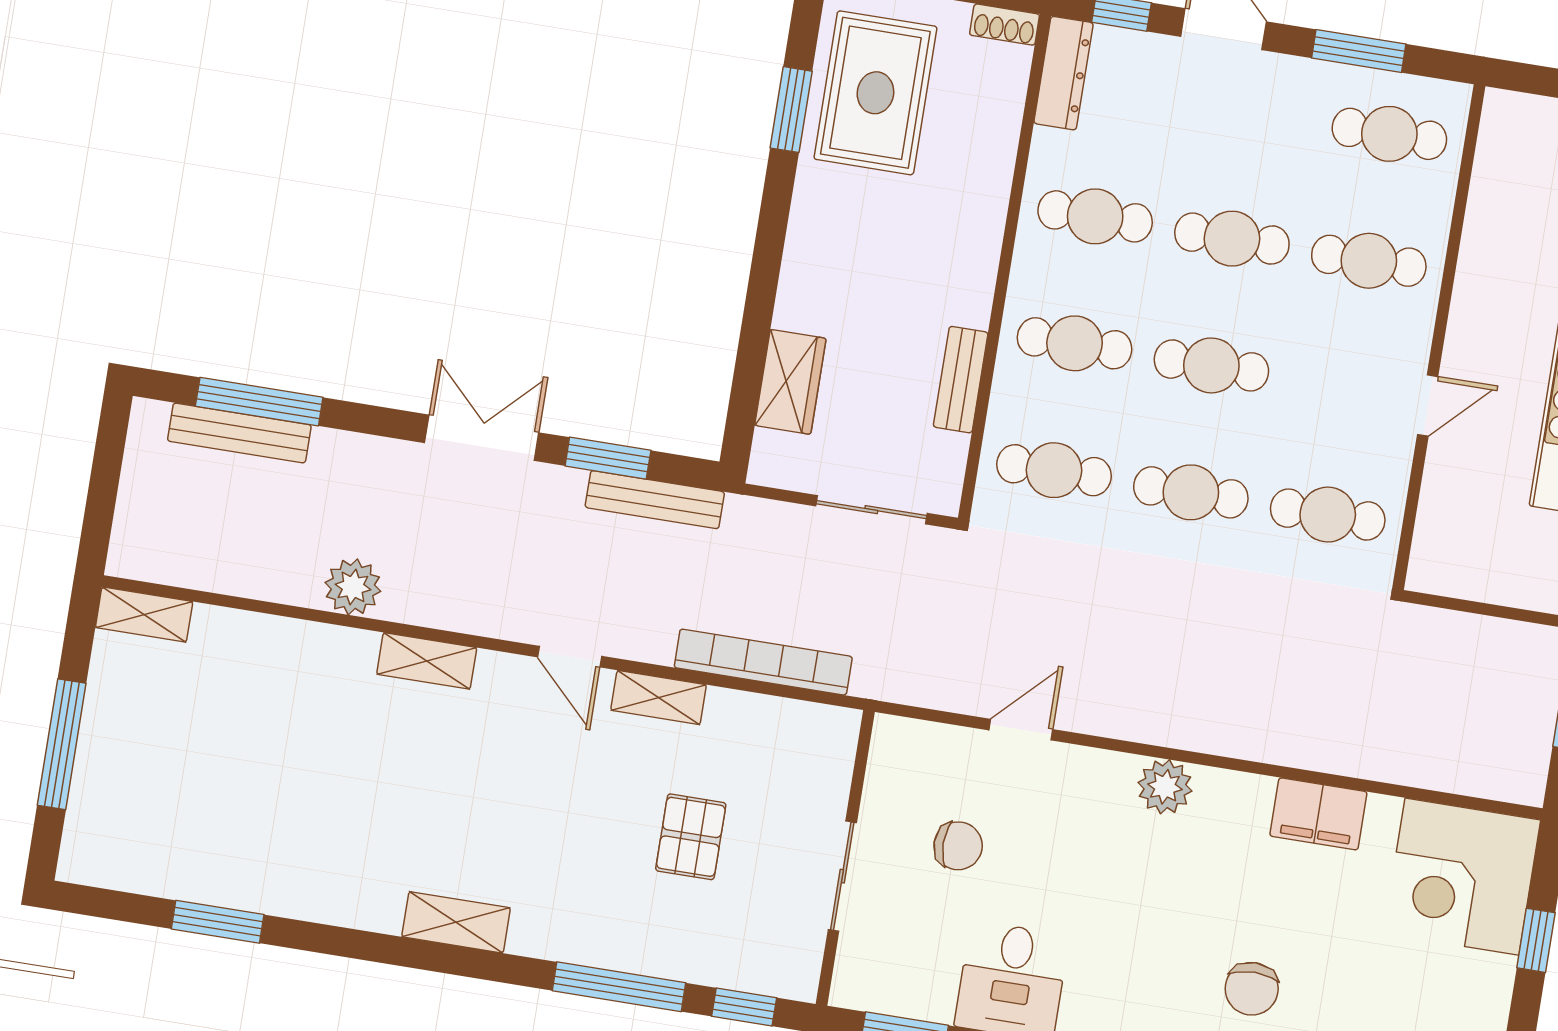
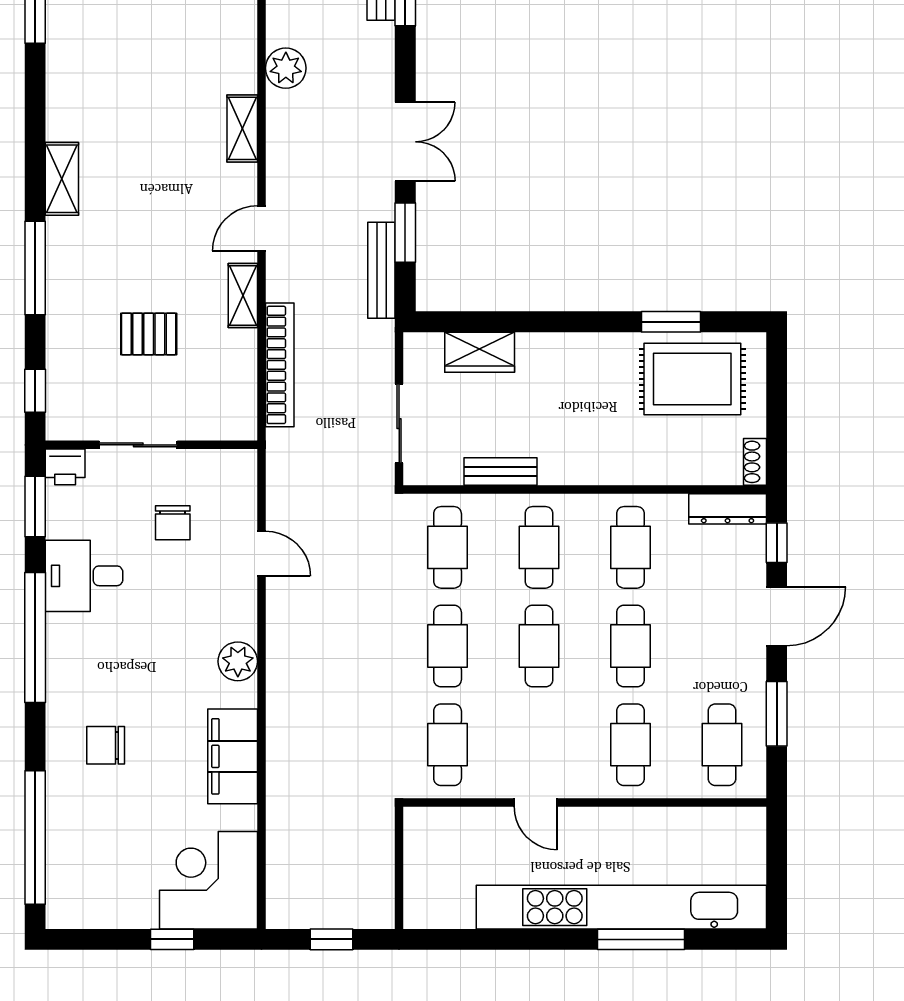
filing cabinet: (1318, 814) -> (233, 756), width x1.50, depth x1.17
printer: (856, 982) -> (65, 467), added
window: (619, 987) -> (35, 268), moved

